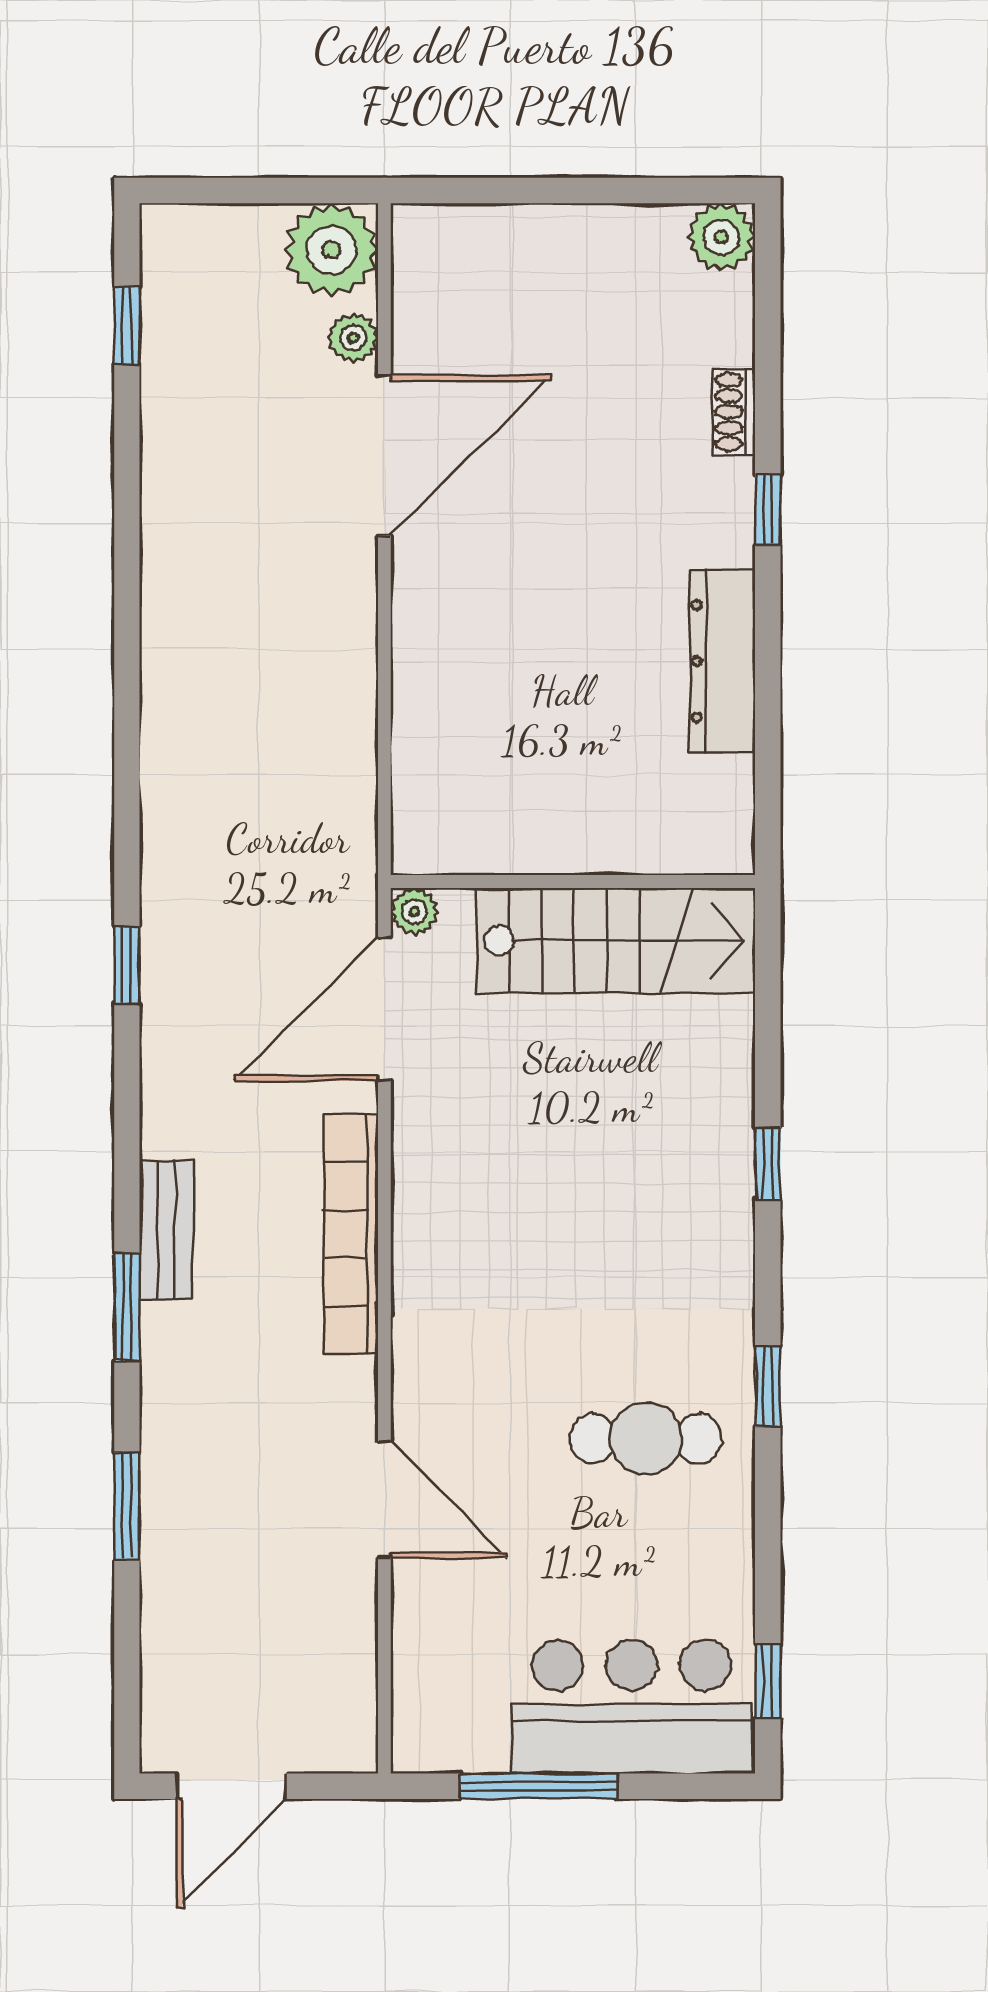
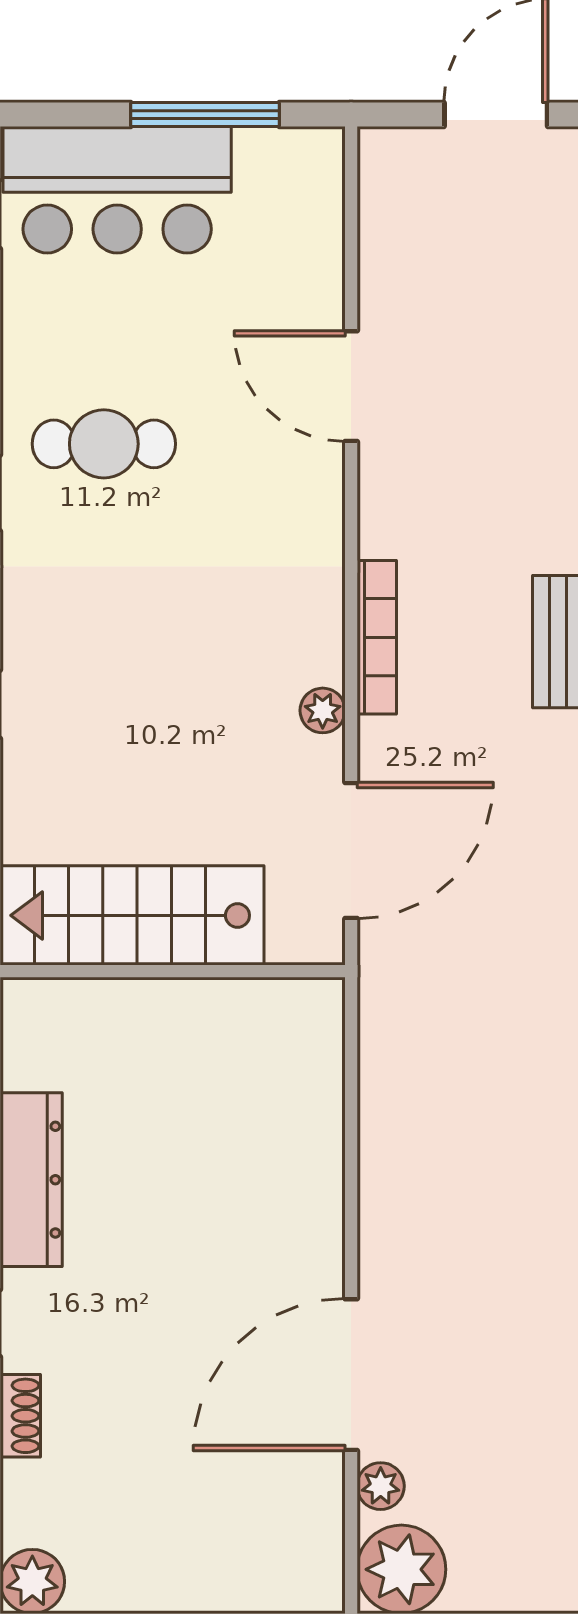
plant: (415, 912) -> (323, 710), moved
bookcase: (351, 1234) -> (377, 637), width x0.68, depth x0.76

